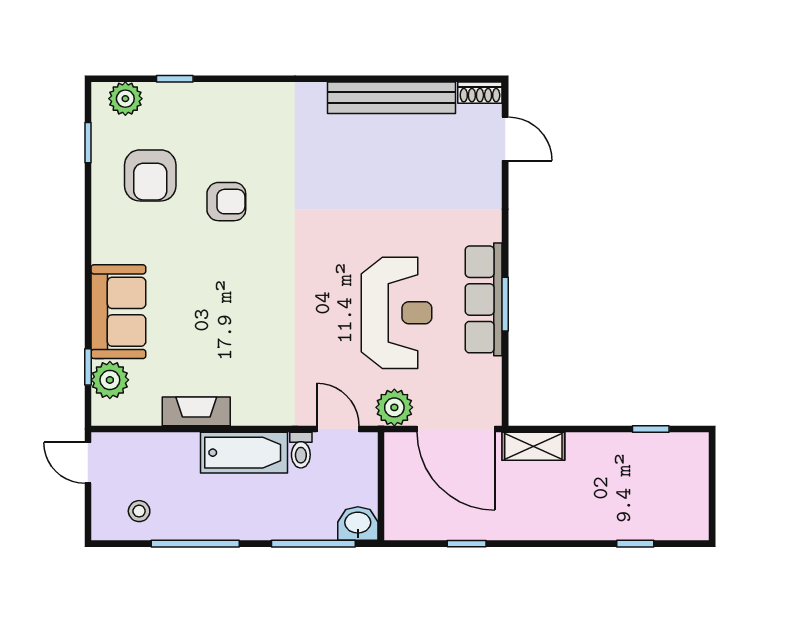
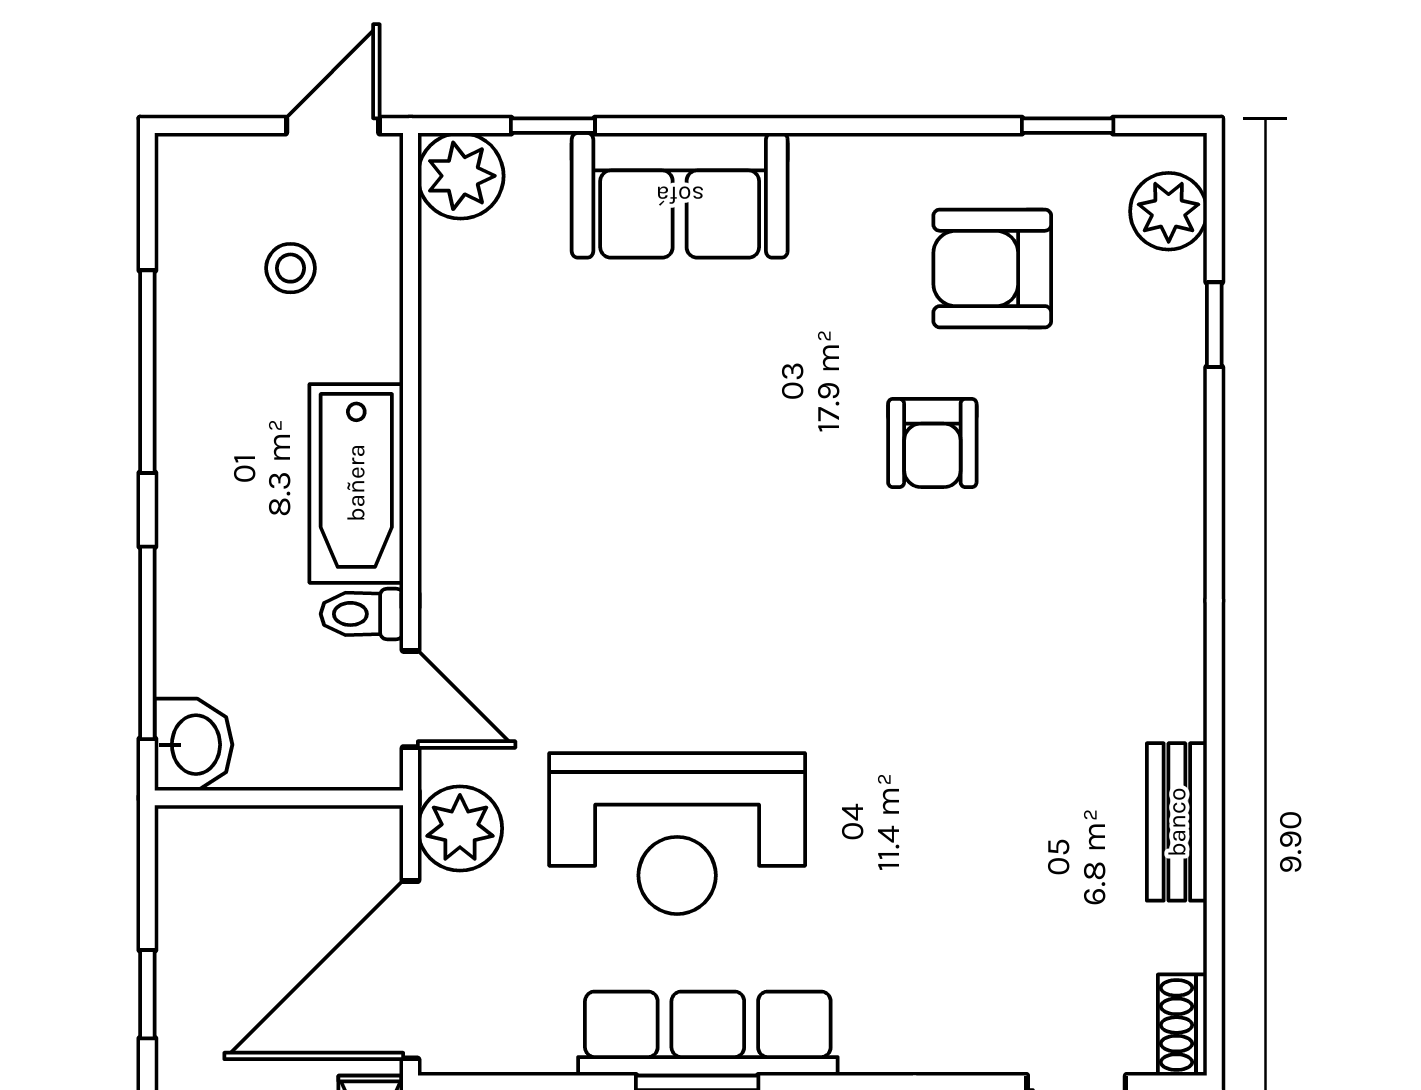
bench: (391, 98) -> (1177, 822), width x0.54, depth x0.82
plant: (110, 380) -> (461, 176), moved
fireplace: (196, 411) -> (451, 374), removed
door: (338, 429) -> (410, 699), hinge flipped
stool: (139, 511) -> (290, 268), moved

